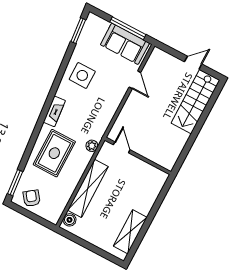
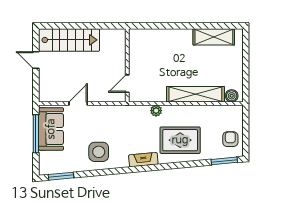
door: (122, 147) -> (127, 84), moved
wall: (138, 156) -> (127, 65), moved
armchair: (32, 198) -> (230, 139), turned 127

